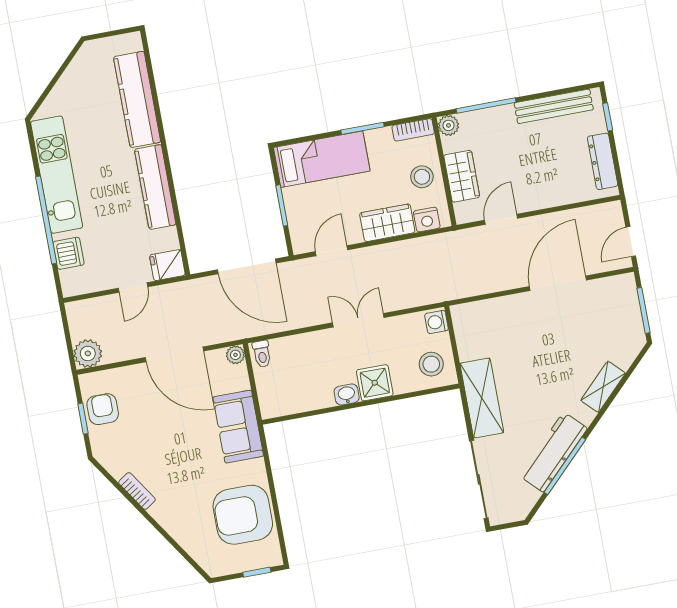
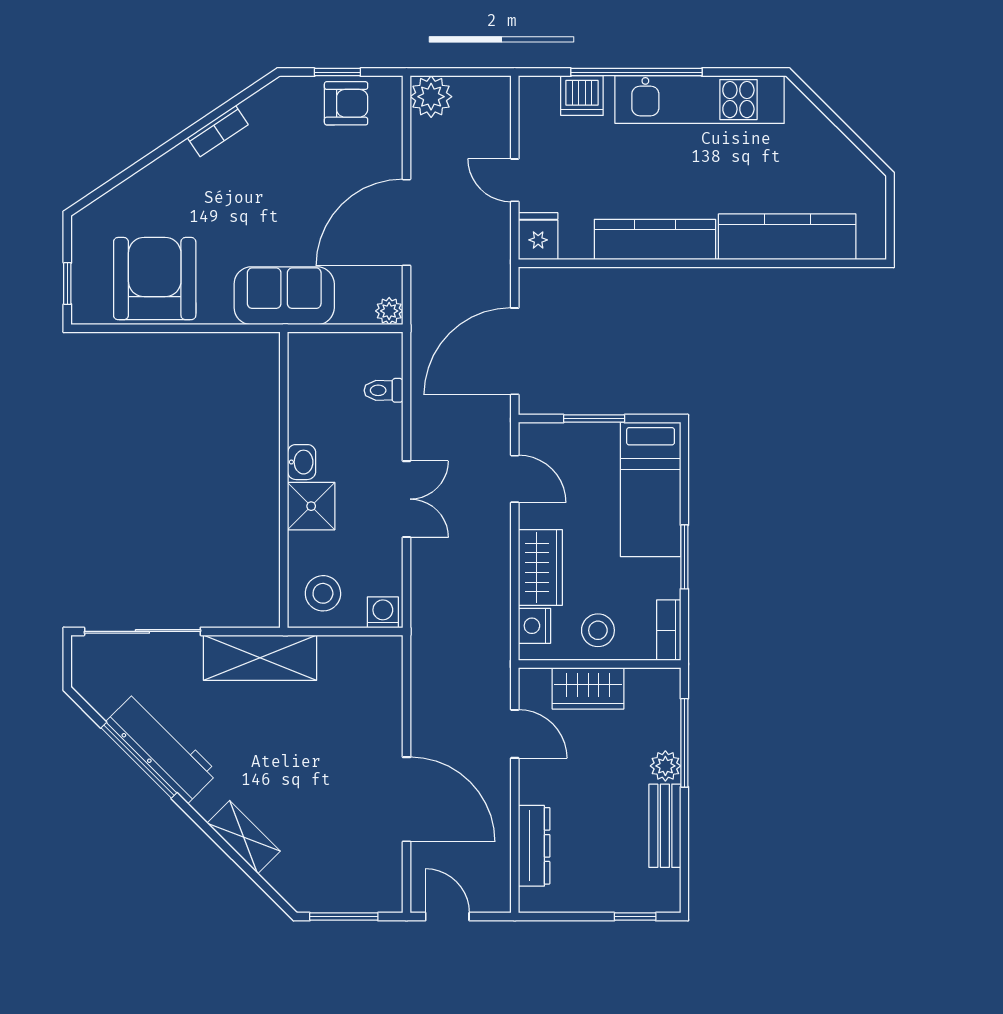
bench: (554, 106) -> (665, 826), width x0.73
plant: (449, 125) -> (665, 766), moved
dresser: (603, 161) -> (534, 846), moved, turned 90
toilet: (262, 354) -> (384, 390), moved

